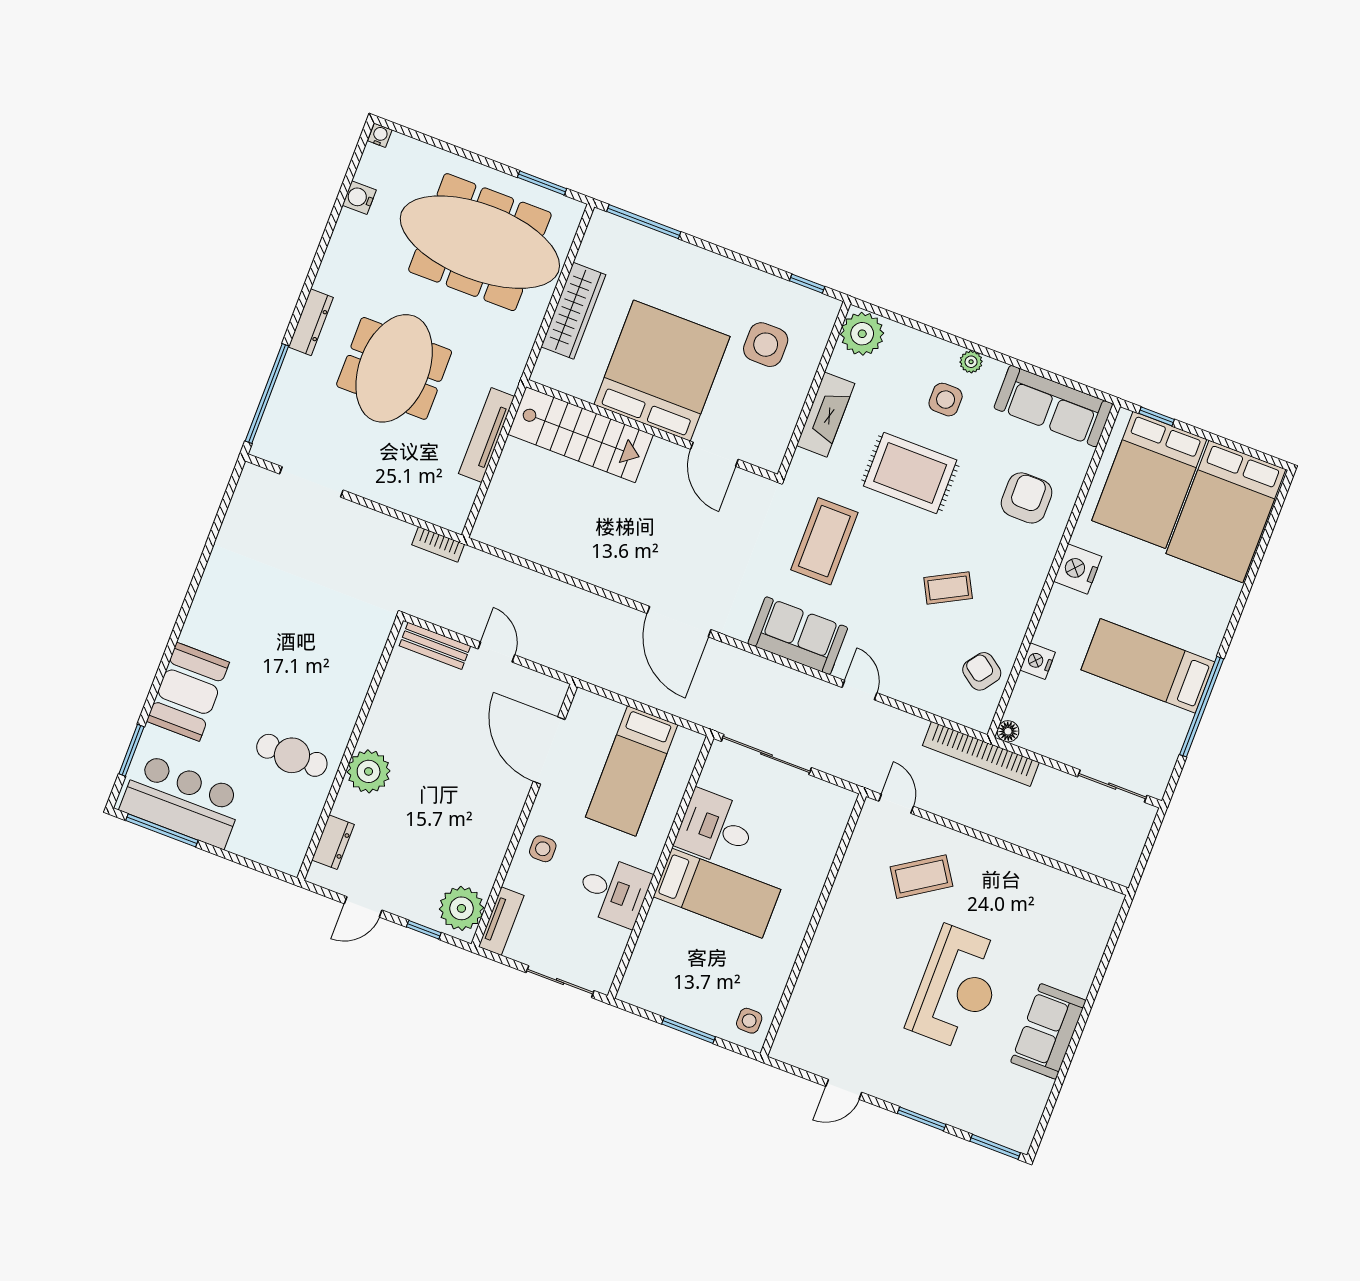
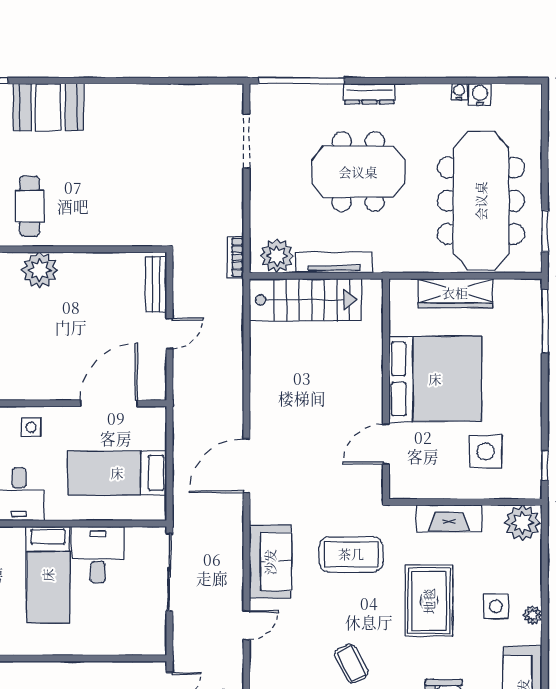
water cooler: (380, 135) -> (459, 92), moved, turned -90
stairs: (581, 435) -> (306, 300), moved, turned -90
plant: (454, 497) -> (277, 256), added

